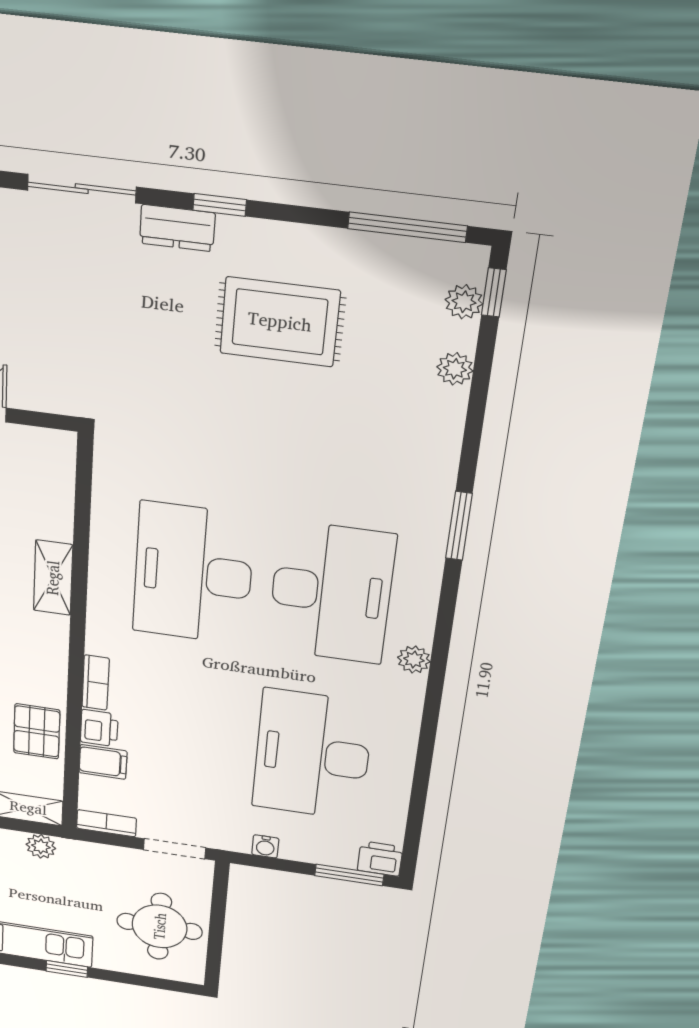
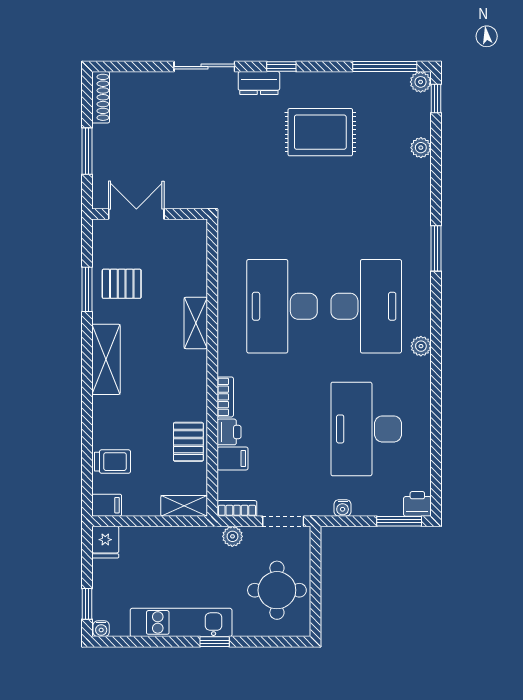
plant: (464, 302) -> (421, 82), moved
plant: (41, 846) -> (232, 536), moved

